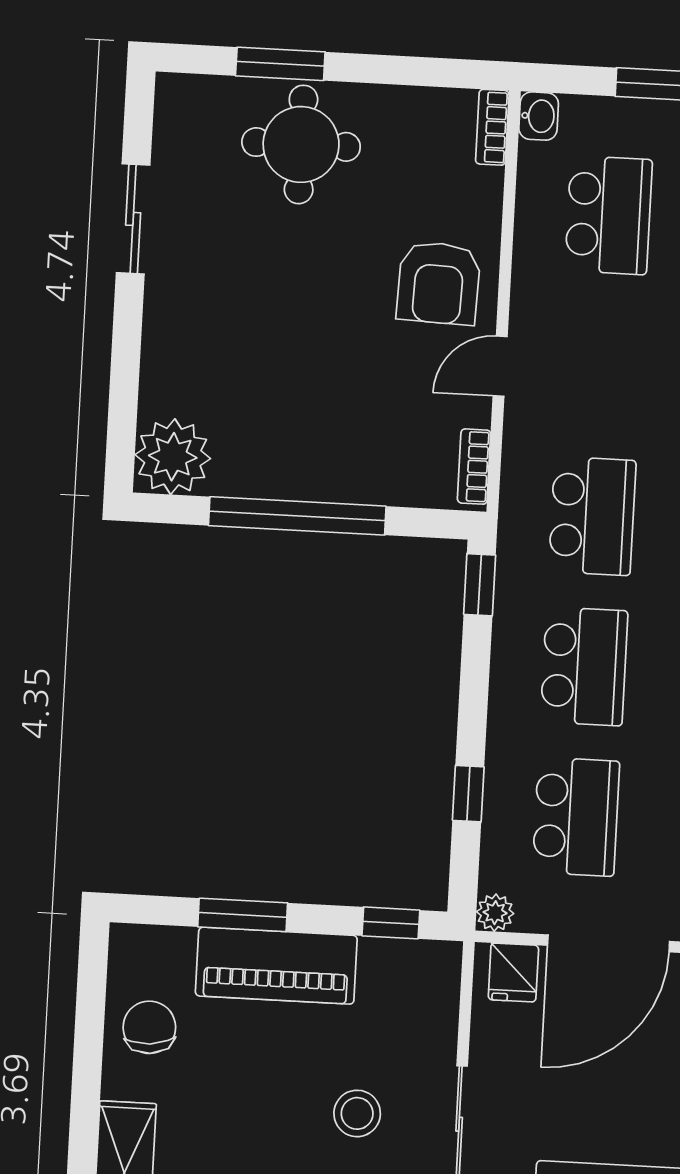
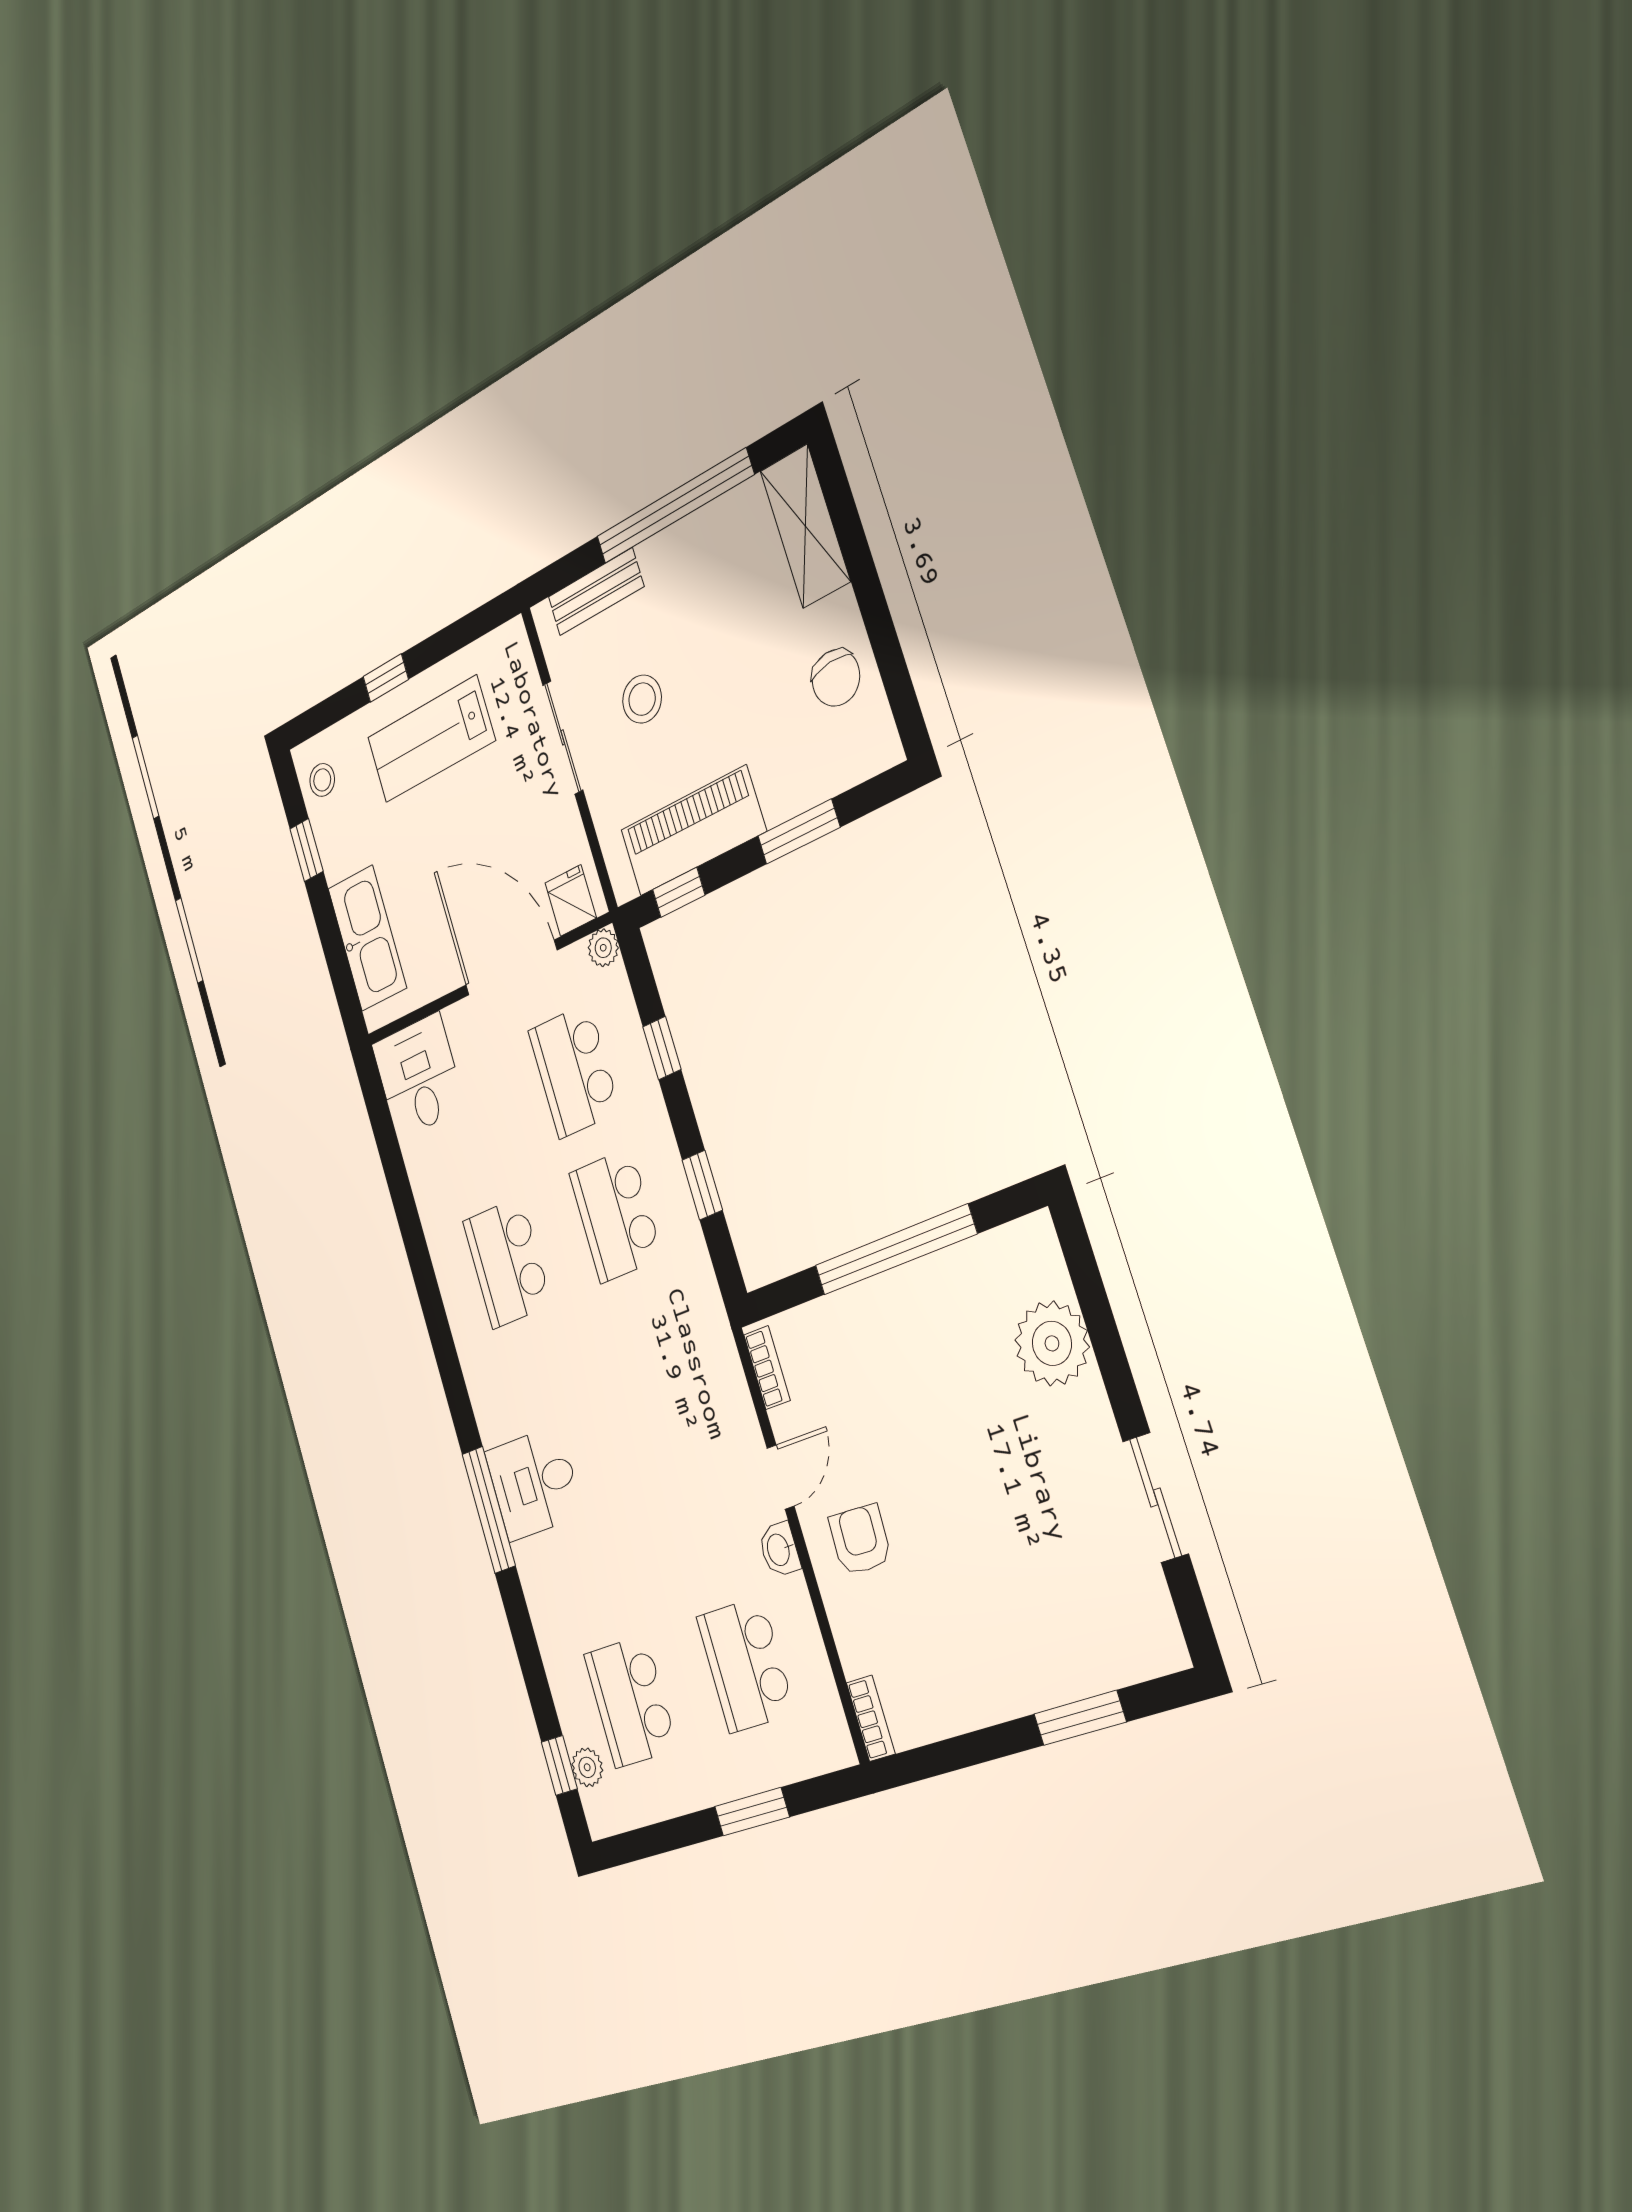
washbasin: (539, 116) -> (779, 1550), moved
round table: (301, 144) -> (1030, 1638), removed
armchair: (439, 283) -> (860, 1540), width x0.72, depth x0.72
plant: (173, 457) -> (1052, 1343), moved
school desk: (592, 516) -> (658, 1362), removed
window: (480, 585) -> (702, 1185), moved
door: (609, 943) -> (511, 968), hinge flipped
piano: (276, 966) -> (693, 831), moved

